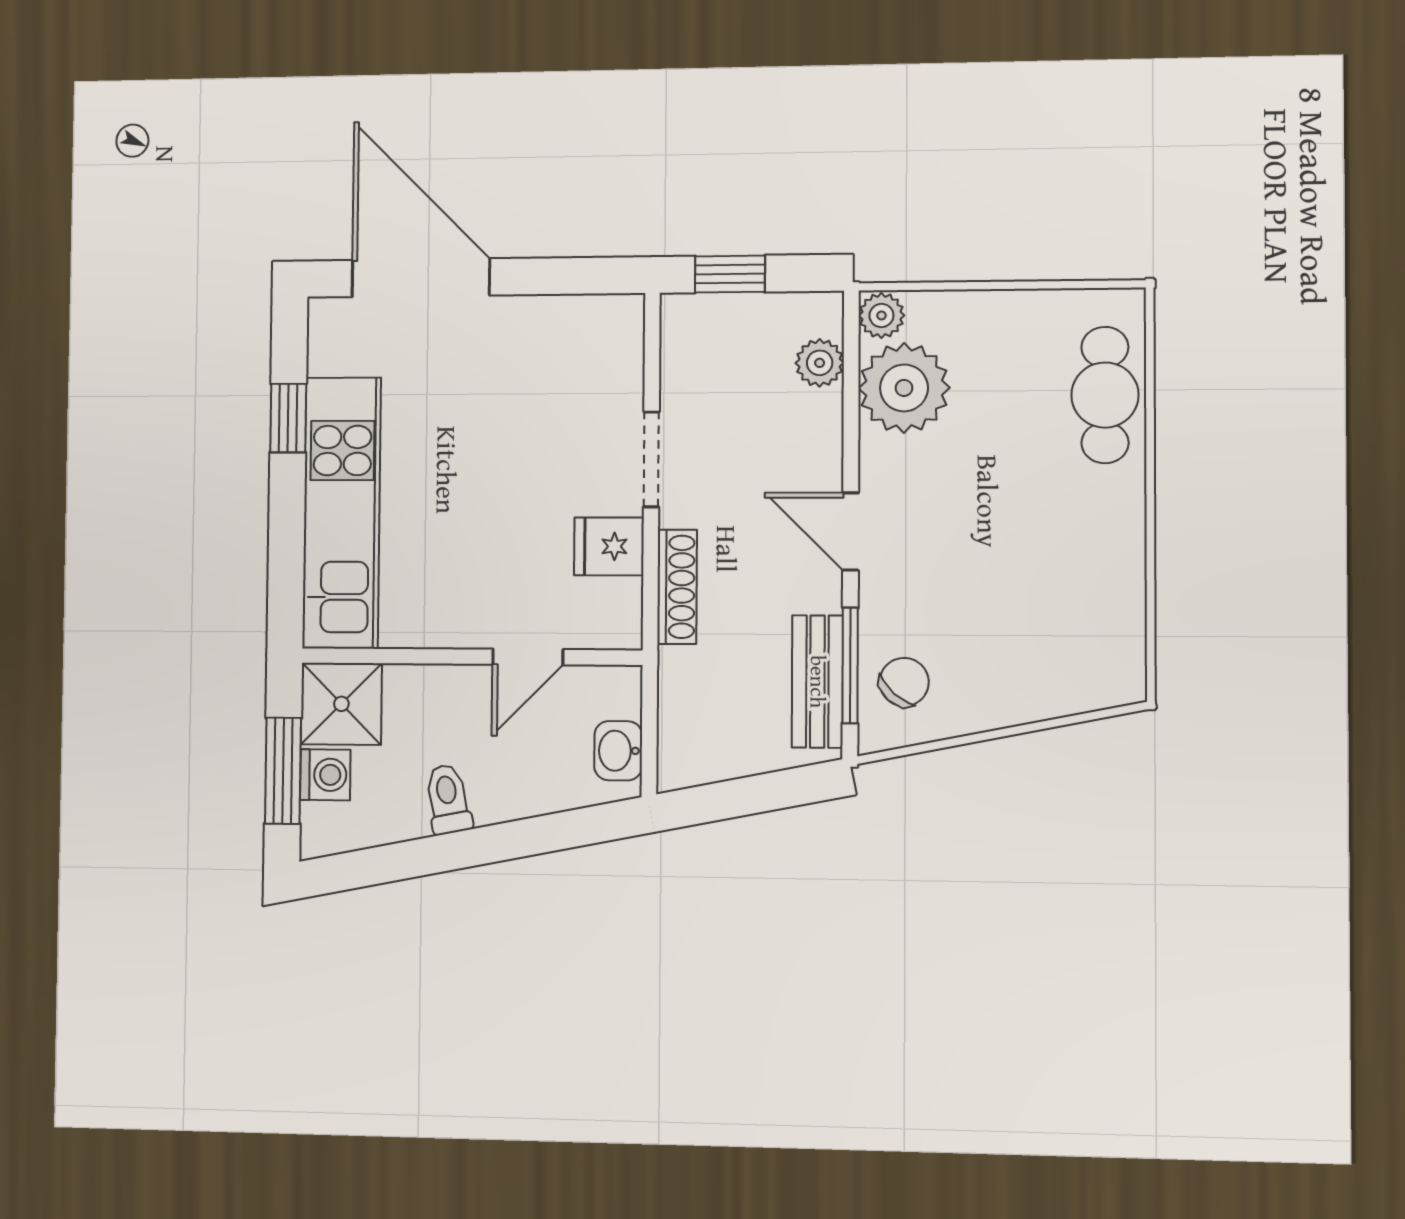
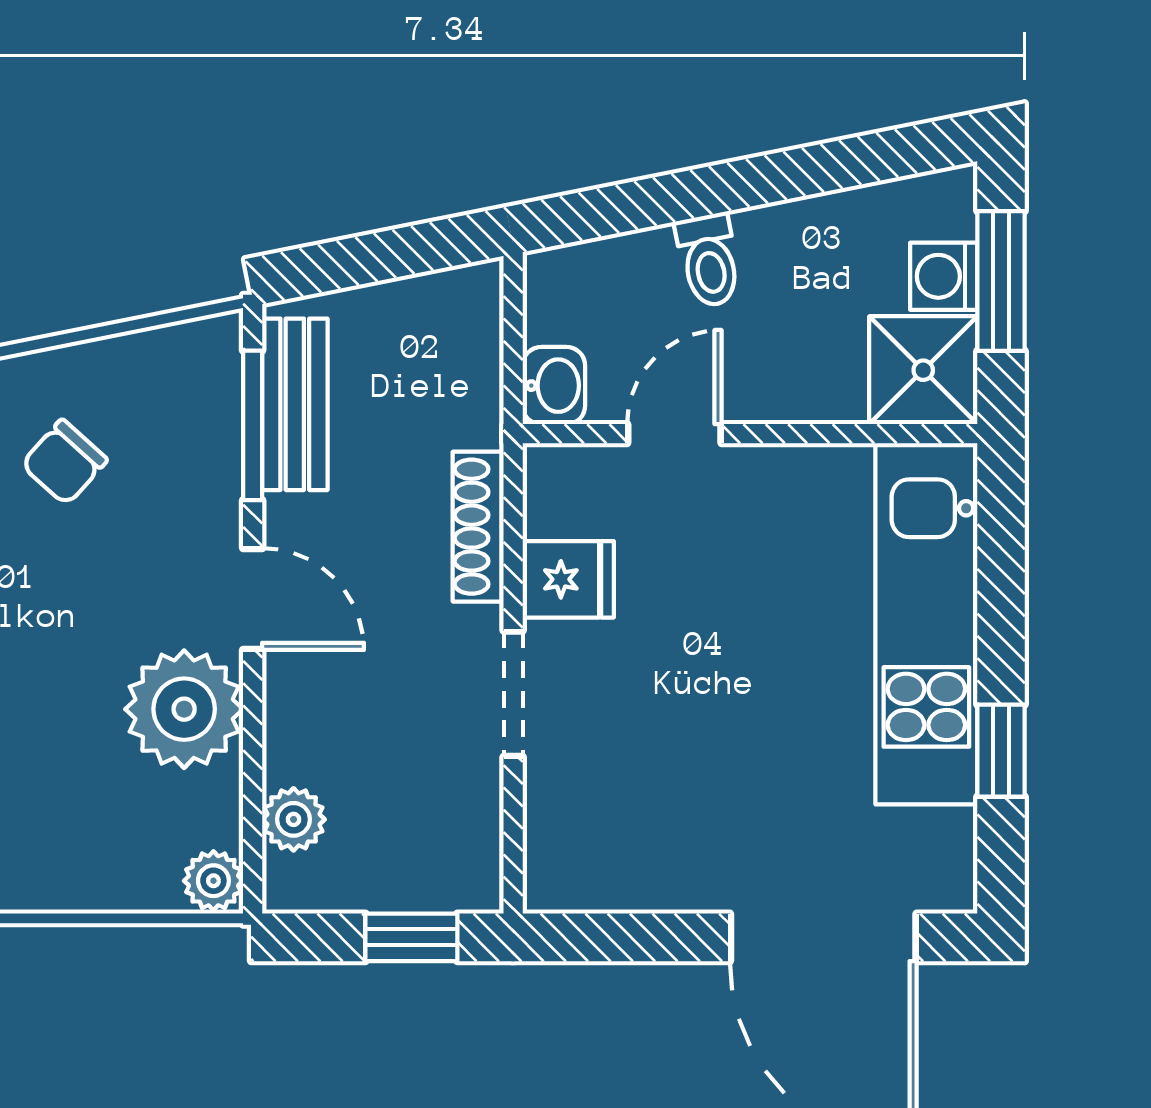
plant: (904, 388) -> (184, 709), moved
chair: (904, 682) -> (64, 462), moved
washbasin: (618, 751) -> (554, 386), moved
toilet: (448, 799) -> (709, 260), moved

